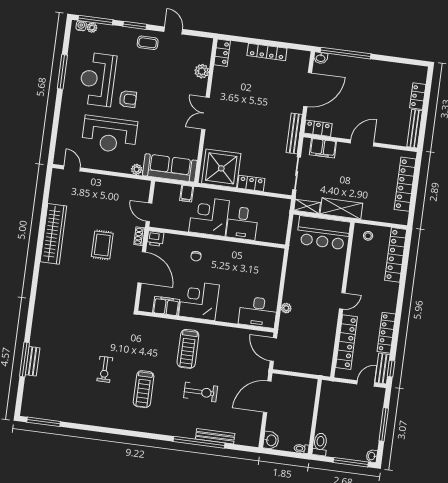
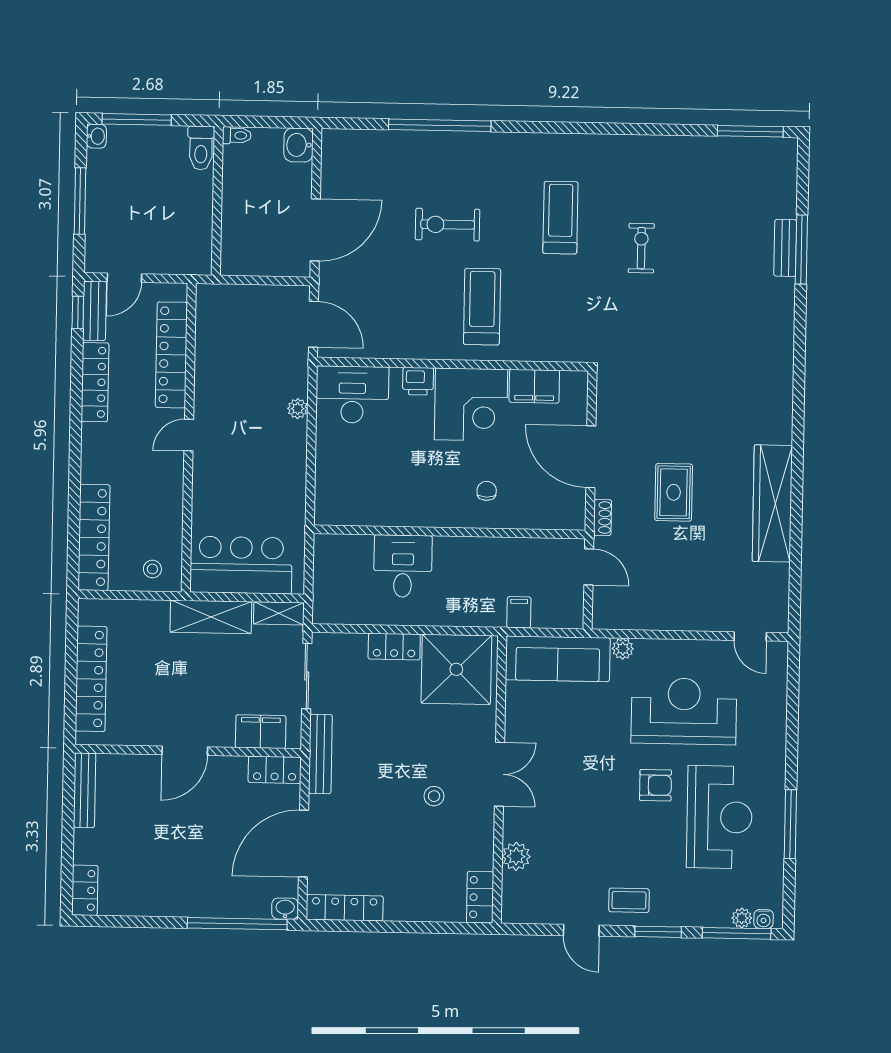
locker: (267, 52) -> (345, 908), moved
locker: (418, 96) -> (85, 890), moved
armchair: (128, 99) -> (655, 785), turned 180
stool: (240, 106) -> (434, 796), added
corner desk: (209, 216) -> (470, 572), removed
printer: (155, 239) -> (418, 381), moved, turned 180
bench: (215, 436) -> (409, 141), removed

